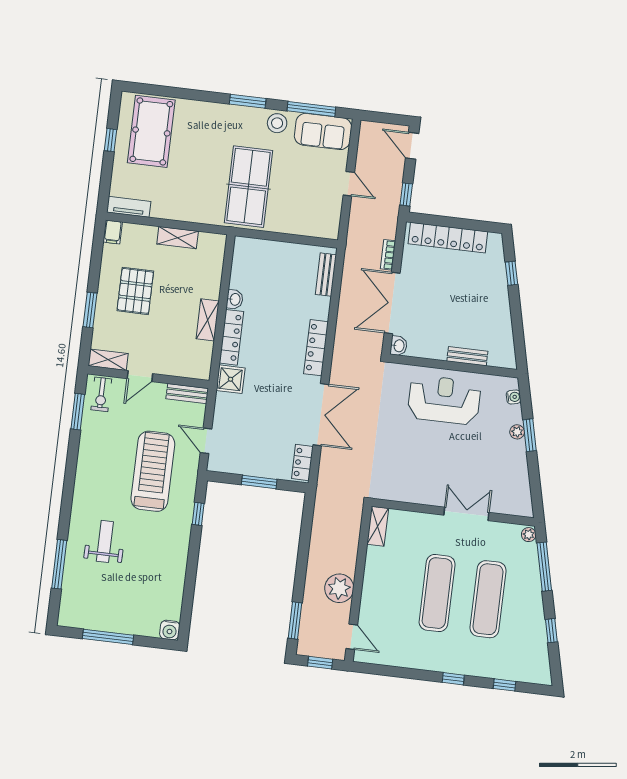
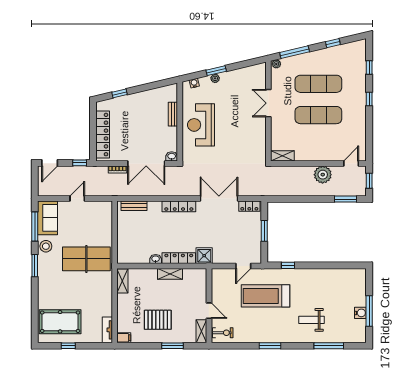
shelving: (178, 238) -> (122, 281), moved
bench: (187, 394) -> (216, 281), removed
window: (78, 412) -> (270, 346), moved
water cooler: (170, 630) -> (360, 313), moved

